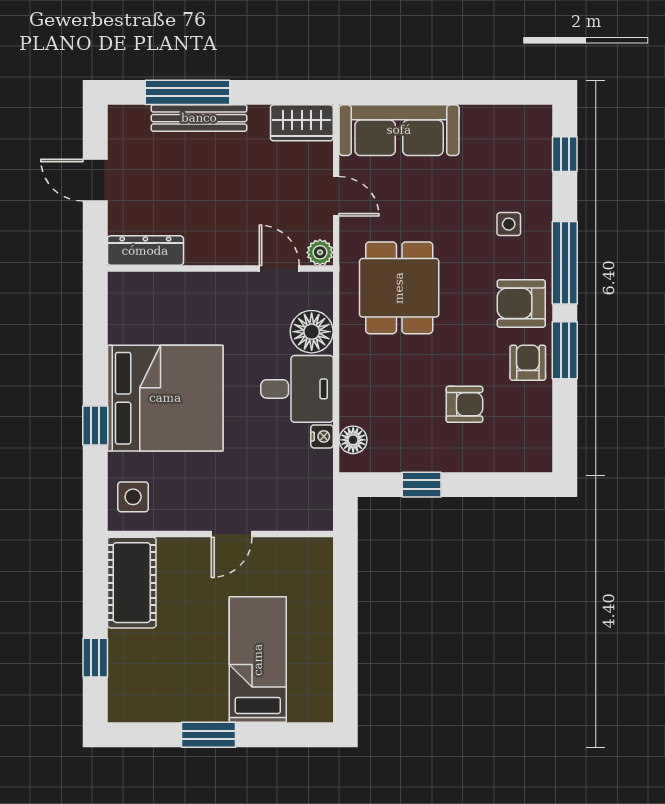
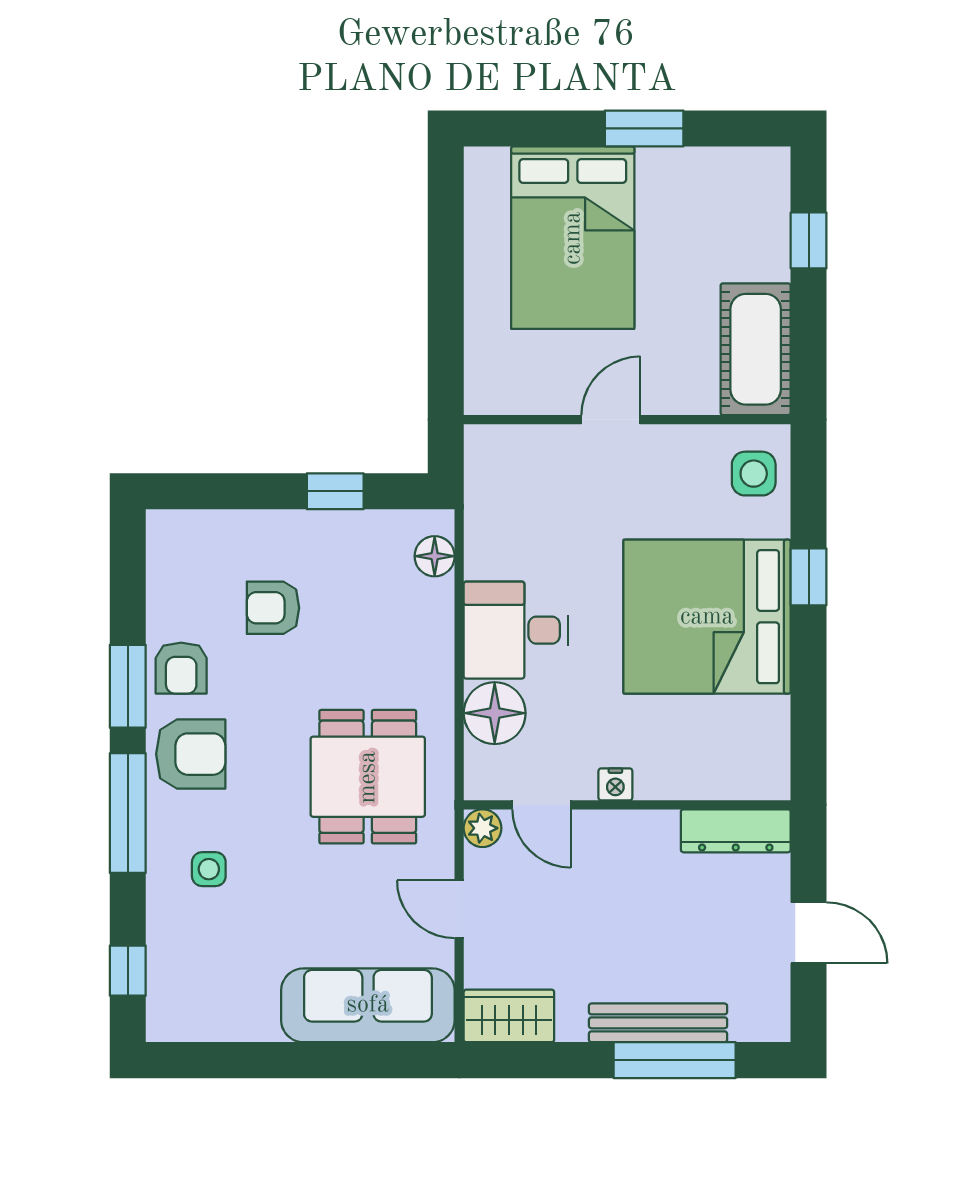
nightstand: (322, 436) -> (615, 784), moved, turned -90
bed: (258, 660) -> (573, 238), width x1.50

